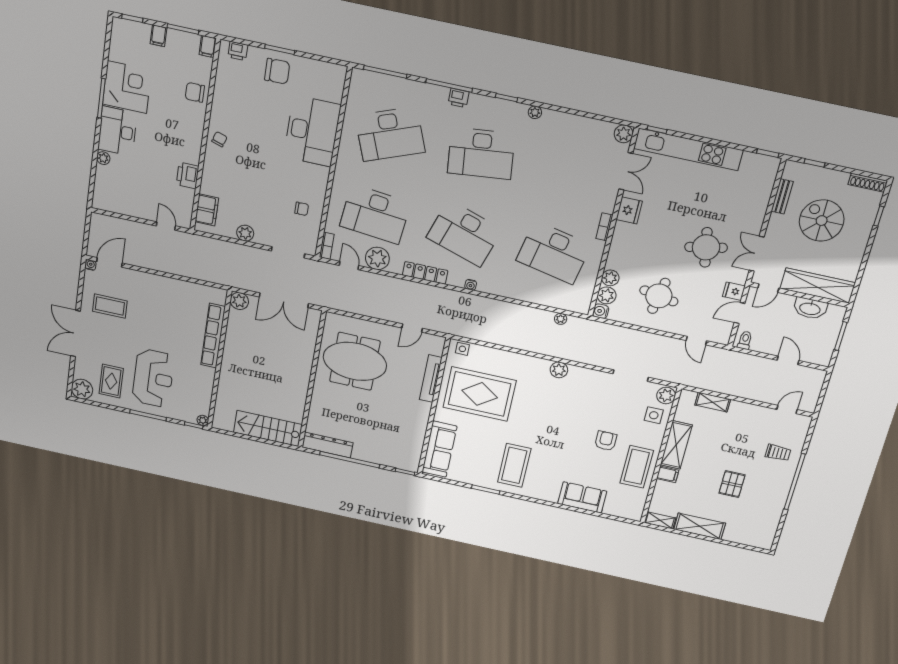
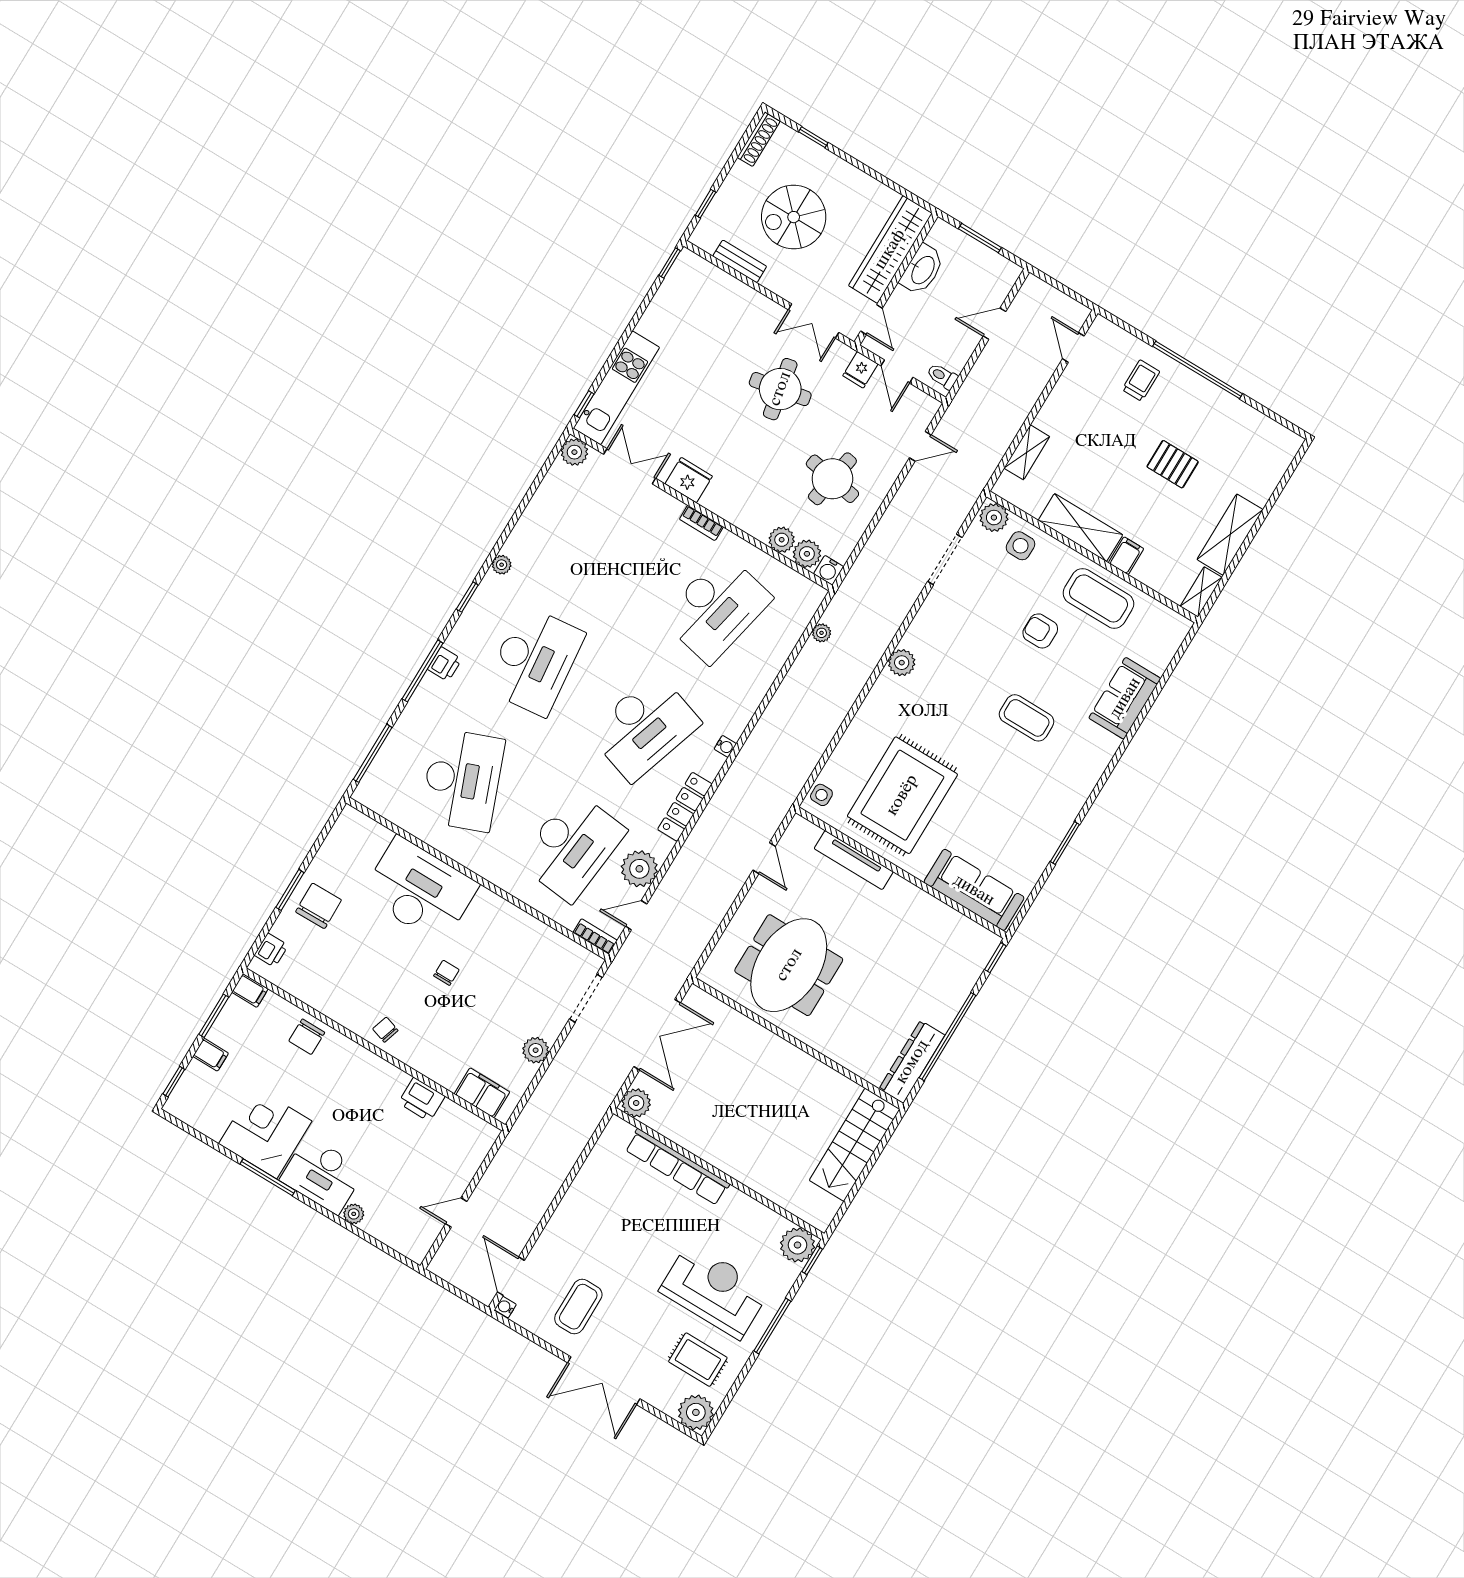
kitchen unit: (688, 149) -> (616, 388), width x0.73
chair: (302, 209) -> (446, 973), moved
door: (166, 226) -> (456, 1213), moved
plant: (203, 420) -> (797, 1245), width x1.87, depth x1.87
coffee table: (514, 465) -> (1027, 718), moved, width x0.73, depth x0.76

